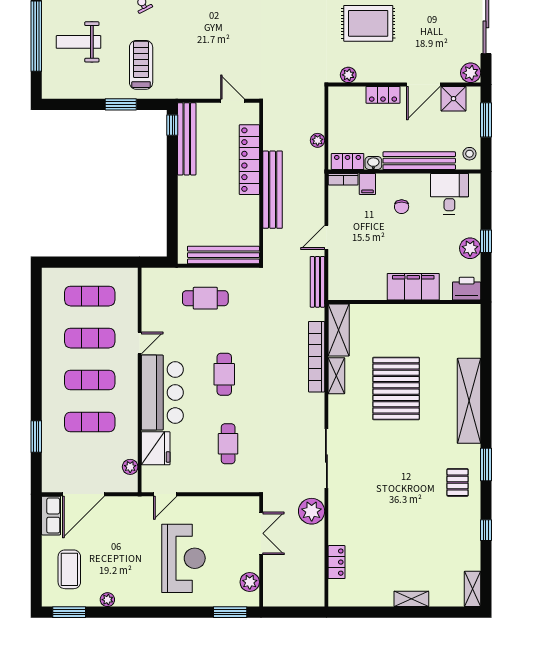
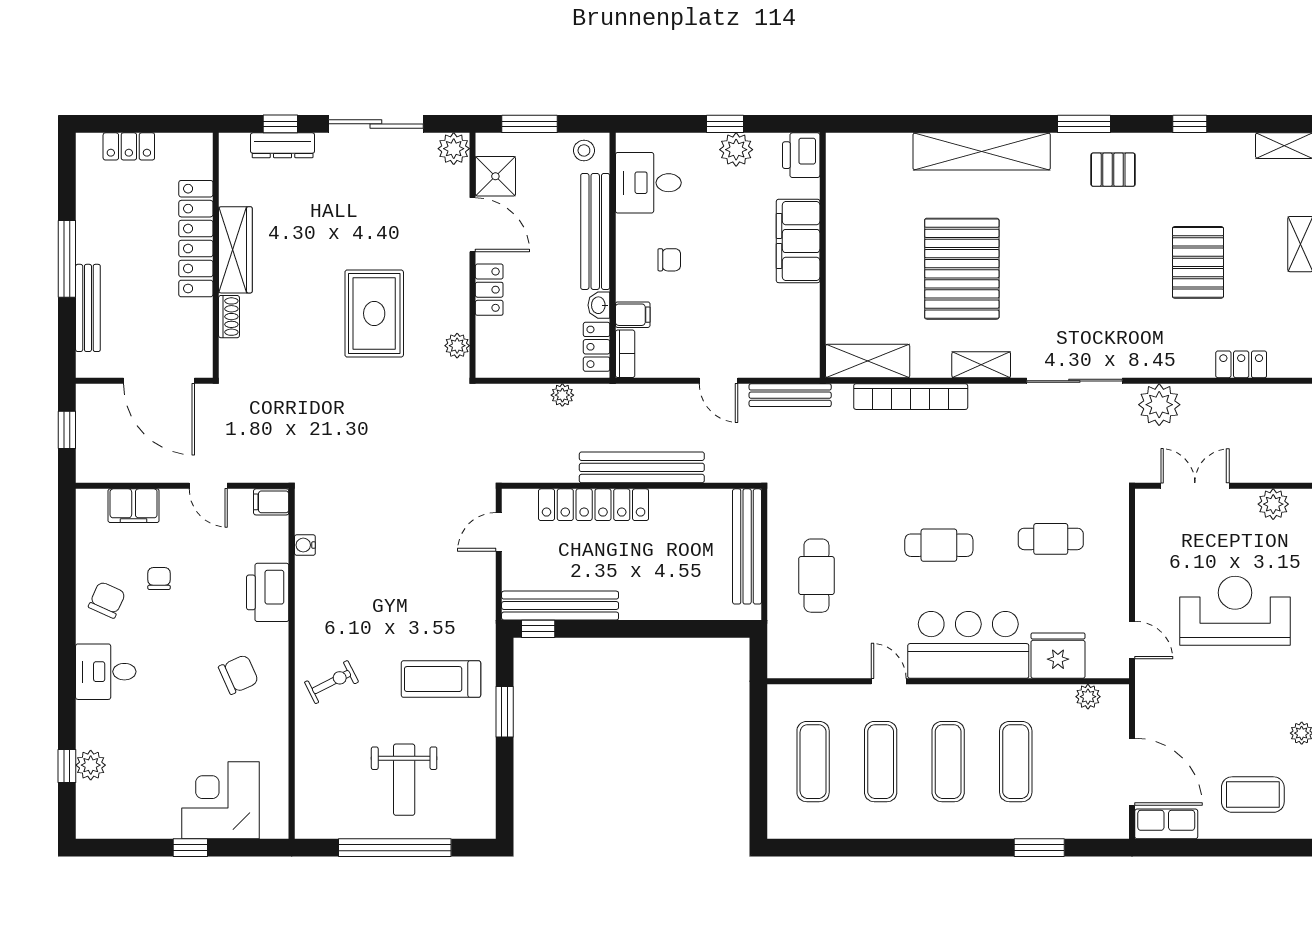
shelving: (336, 376) -> (981, 365), moved
pallet: (396, 388) -> (962, 269), turned 90
pallet: (400, 535) -> (1198, 262), added

